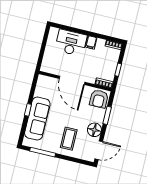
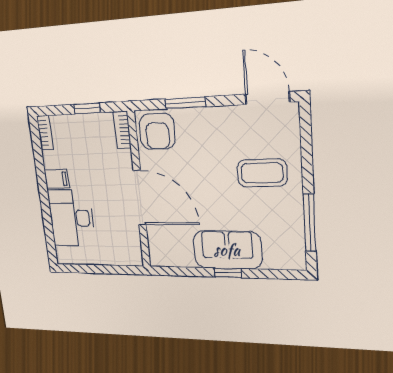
door: (72, 80) -> (140, 198), hinge flipped
armchair: (99, 99) -> (157, 131), turned 90
sofa: (37, 119) -> (227, 250), width x0.73
floor lamp: (94, 130) -> (225, 122), removed

